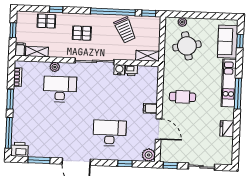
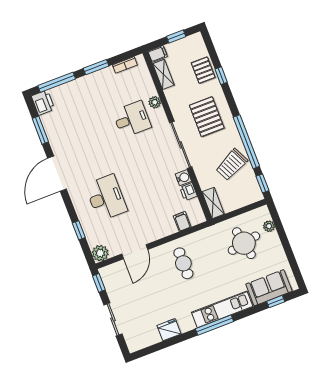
pallet: (82, 33) -> (207, 117), width x1.50, depth x1.42
desk: (60, 89) -> (132, 119), width x0.73
filing cabinet: (150, 108) -> (182, 221), moved

